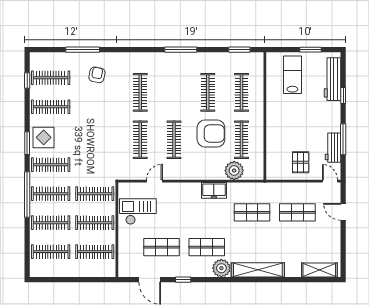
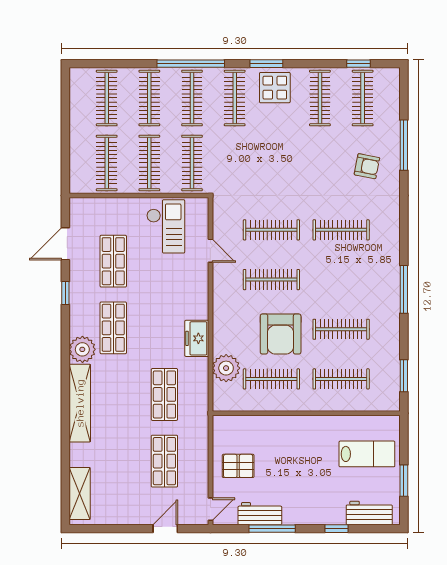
workbench: (333, 79) -> (369, 513), width x0.73

